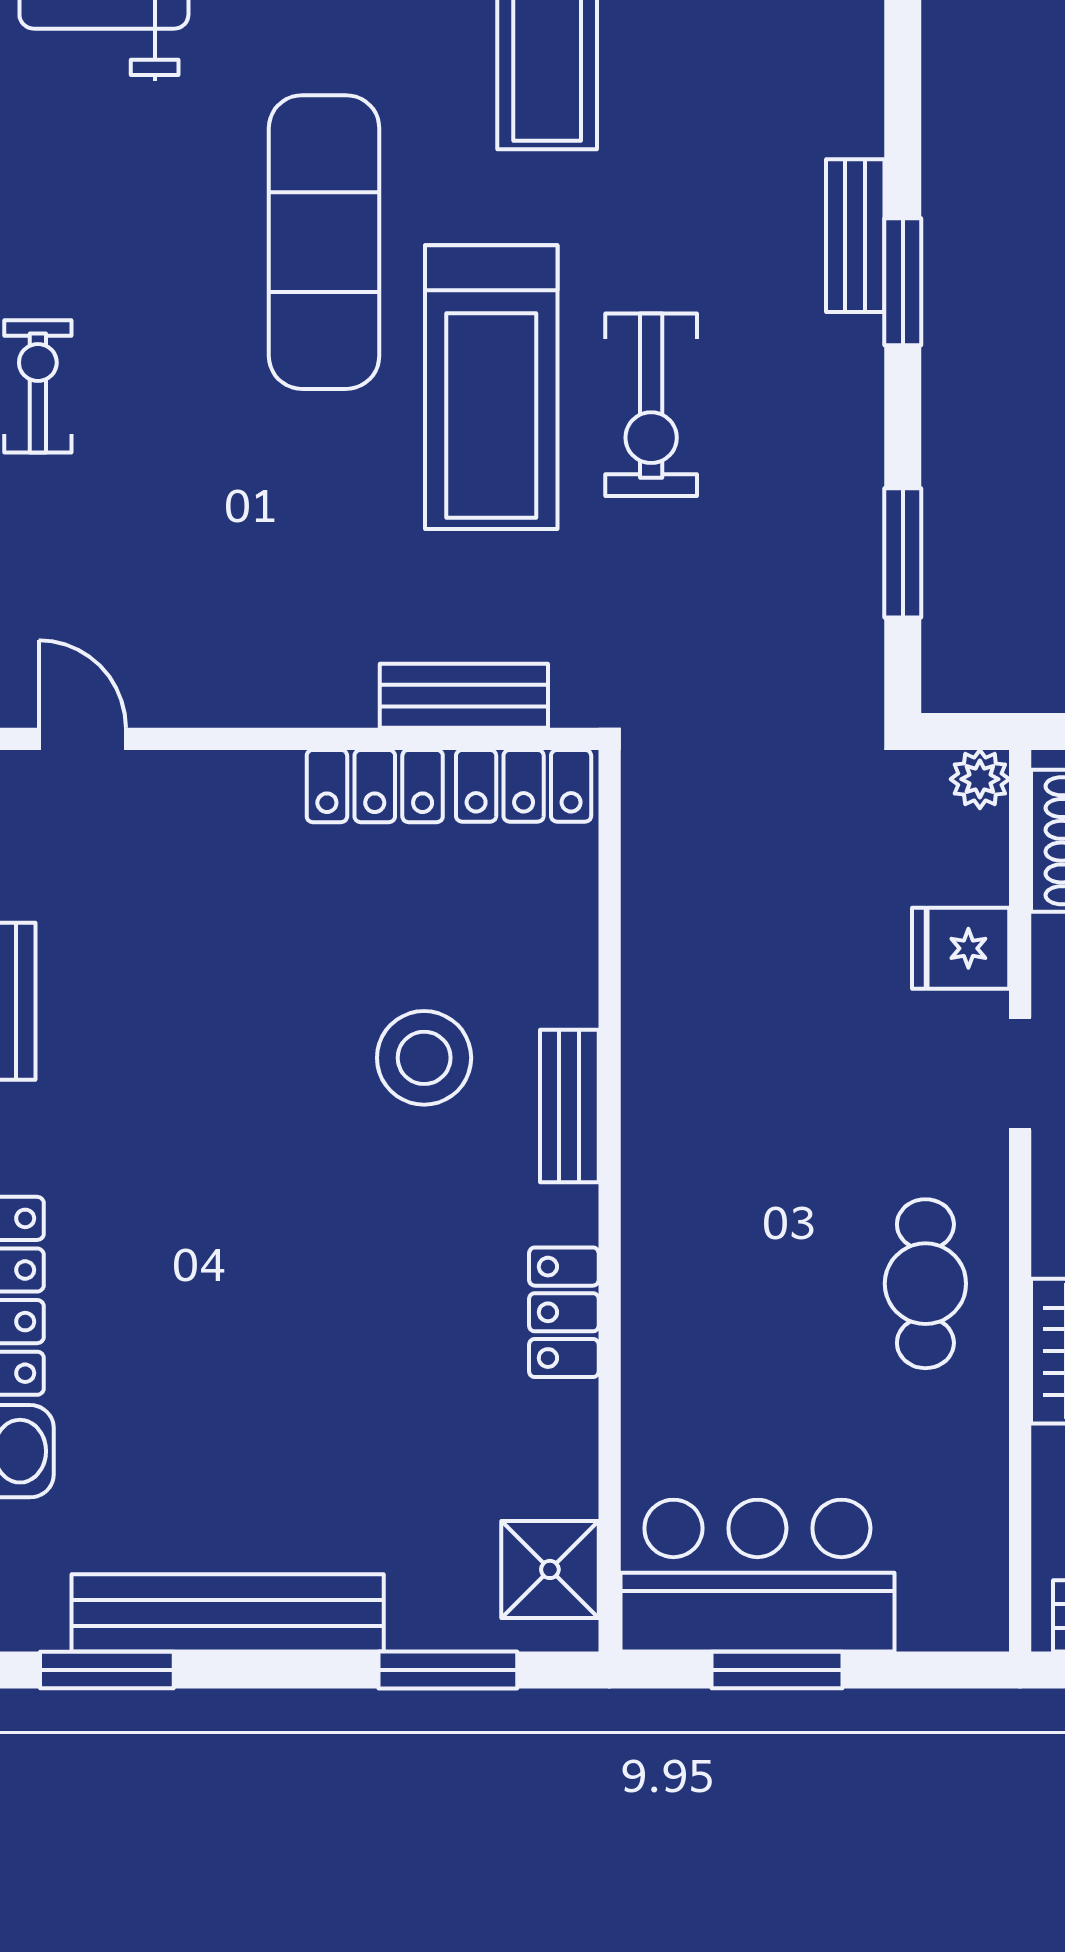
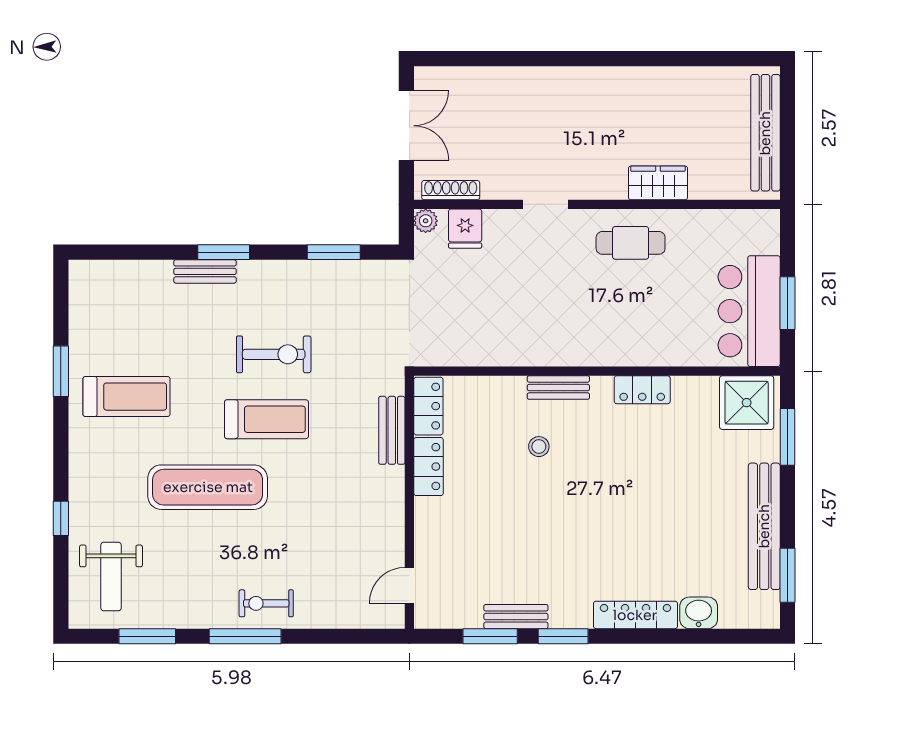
treadmill: (491, 387) -> (266, 419), width x0.73, depth x0.73
fridge: (961, 948) -> (465, 229), moved
stool: (424, 1058) -> (539, 447), width x0.53, depth x0.53
shower: (550, 1569) -> (747, 403), width x1.36, depth x1.36

